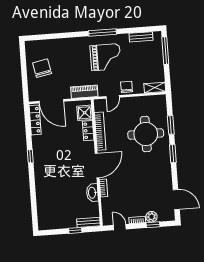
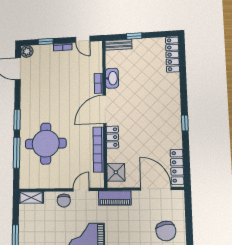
window: (171, 125) -> (17, 153), width x1.44
locker: (88, 131) -> (112, 137), moved
locker: (42, 214) -> (172, 55), added
plant: (152, 217) -> (27, 51), moved

